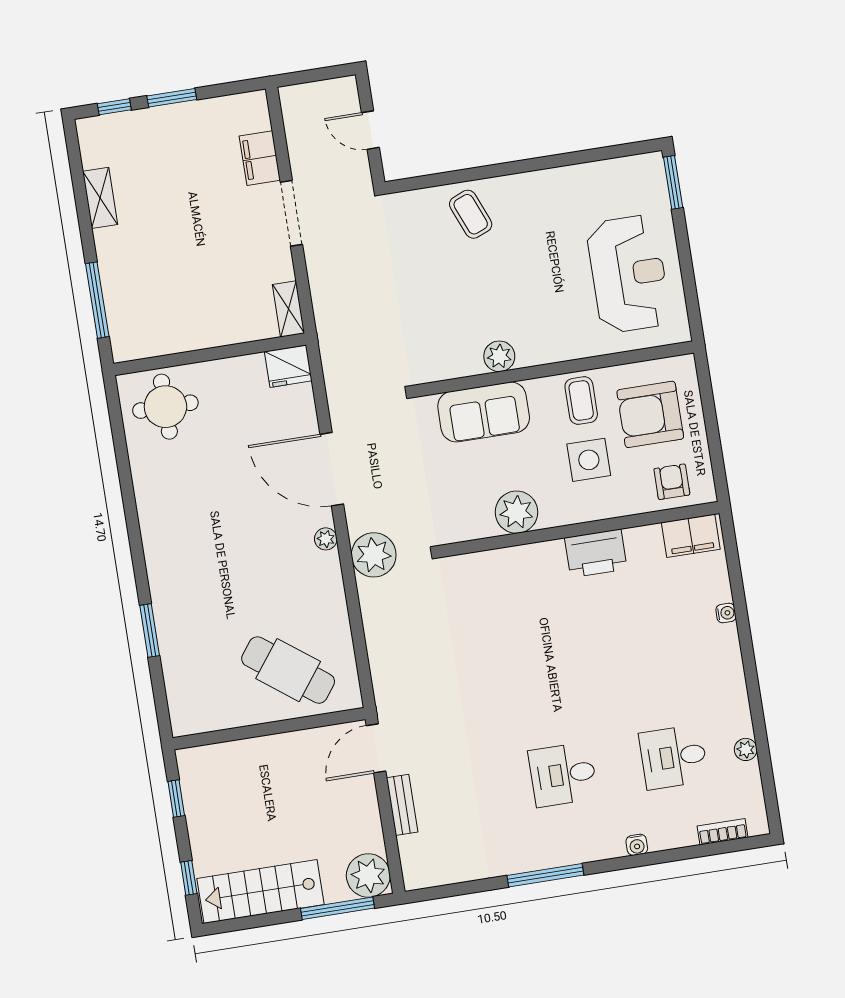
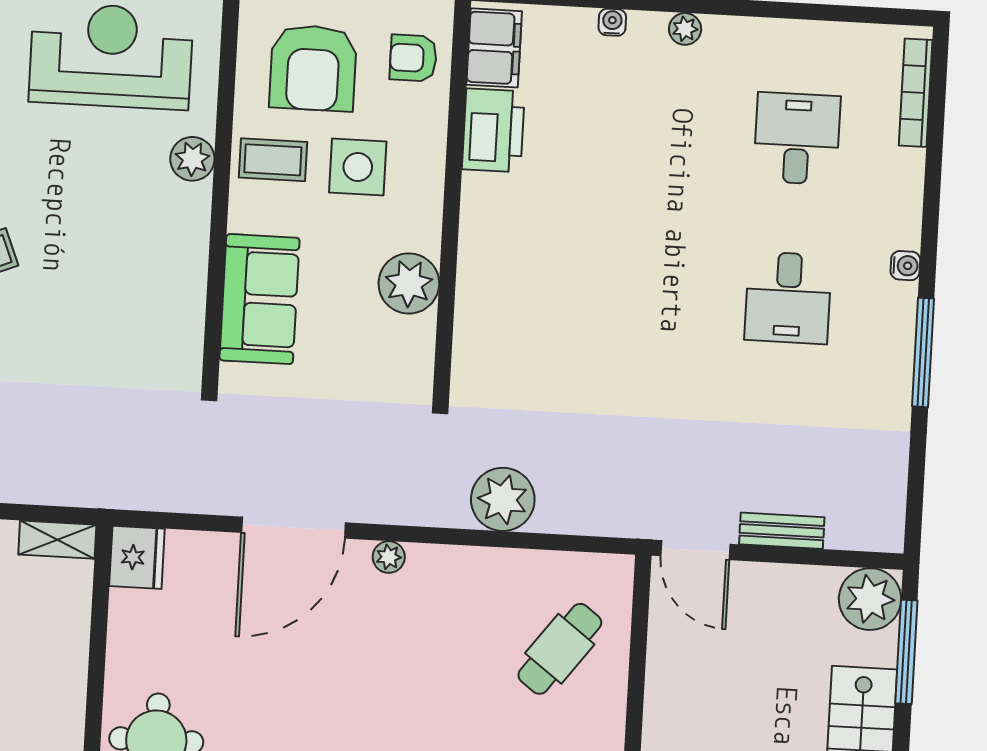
plant: (499, 356) -> (192, 159), moved
printer: (596, 553) -> (493, 130), moved
plant: (374, 555) -> (503, 499), moved
cafe table: (288, 670) -> (560, 649), width x0.73, depth x0.74
plant: (746, 749) -> (685, 29), moved
desk: (674, 757) -> (797, 138), turned 180
bookcase: (723, 832) -> (916, 93), width x1.56
water cooler: (637, 845) -> (905, 266), moved

